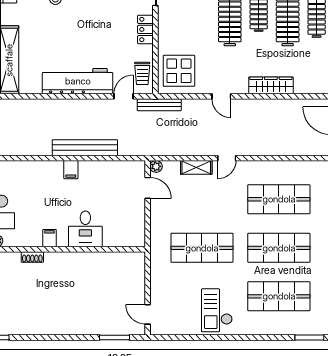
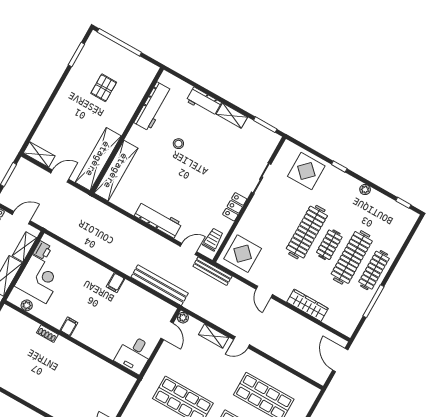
trolley: (142, 73) -> (213, 239), turned 180
workbench: (78, 81) -> (158, 220), width x0.73, depth x0.76
bench: (85, 148) -> (160, 285), moved
desk: (85, 229) -> (134, 354), moved

